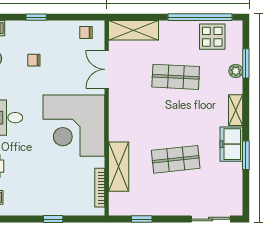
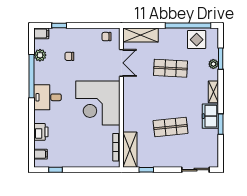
window: (36, 17) -> (59, 26), moved
double door: (107, 69) -> (121, 63), swing flipped
shelving: (119, 167) -> (130, 150), moved
window: (53, 219) -> (56, 170), moved

